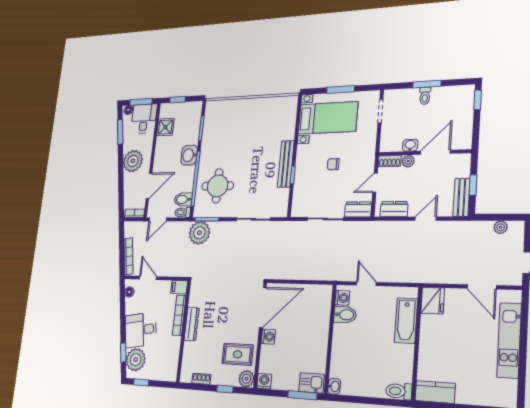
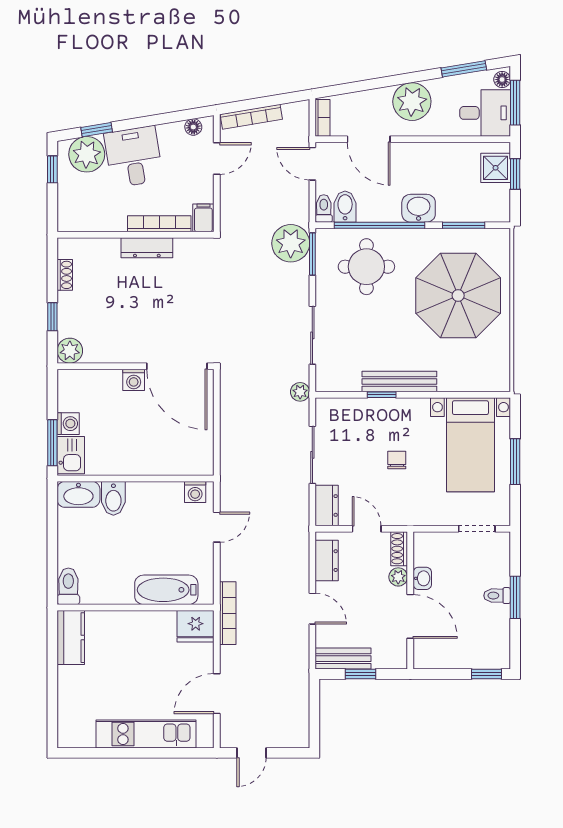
shower: (165, 127) -> (496, 168), moved
parasol: (240, 130) -> (458, 295), added
plant: (501, 227) -> (300, 392), moved
bookcase: (425, 278) -> (228, 613), added
bidet: (345, 315) -> (113, 498), moved
rug: (238, 354) -> (105, 332), removed
washing machine: (264, 381) -> (68, 424), moved
washbasin: (334, 386) -> (78, 494), width x1.91, depth x1.45

